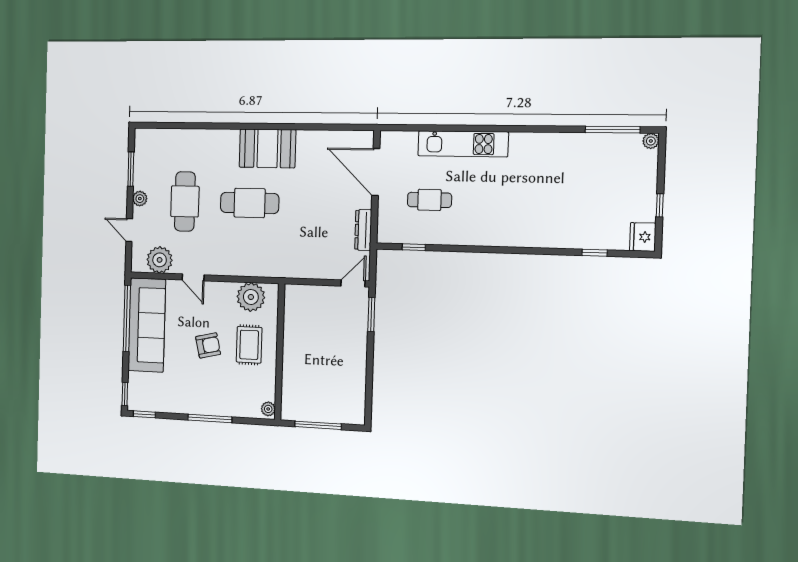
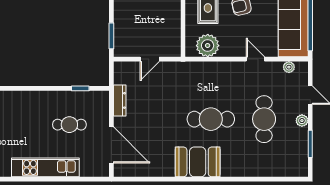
plant: (160, 260) -> (289, 67), width x0.53, depth x0.53
door: (353, 283) -> (150, 59), moved

